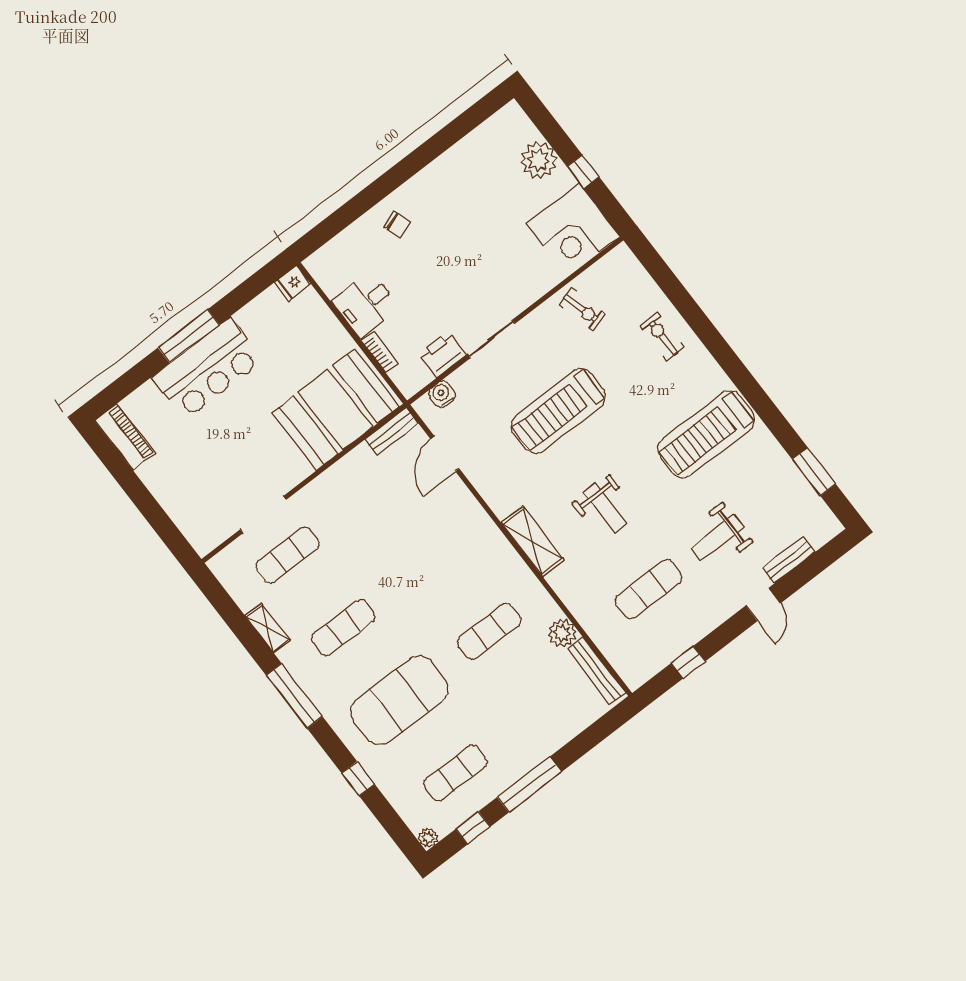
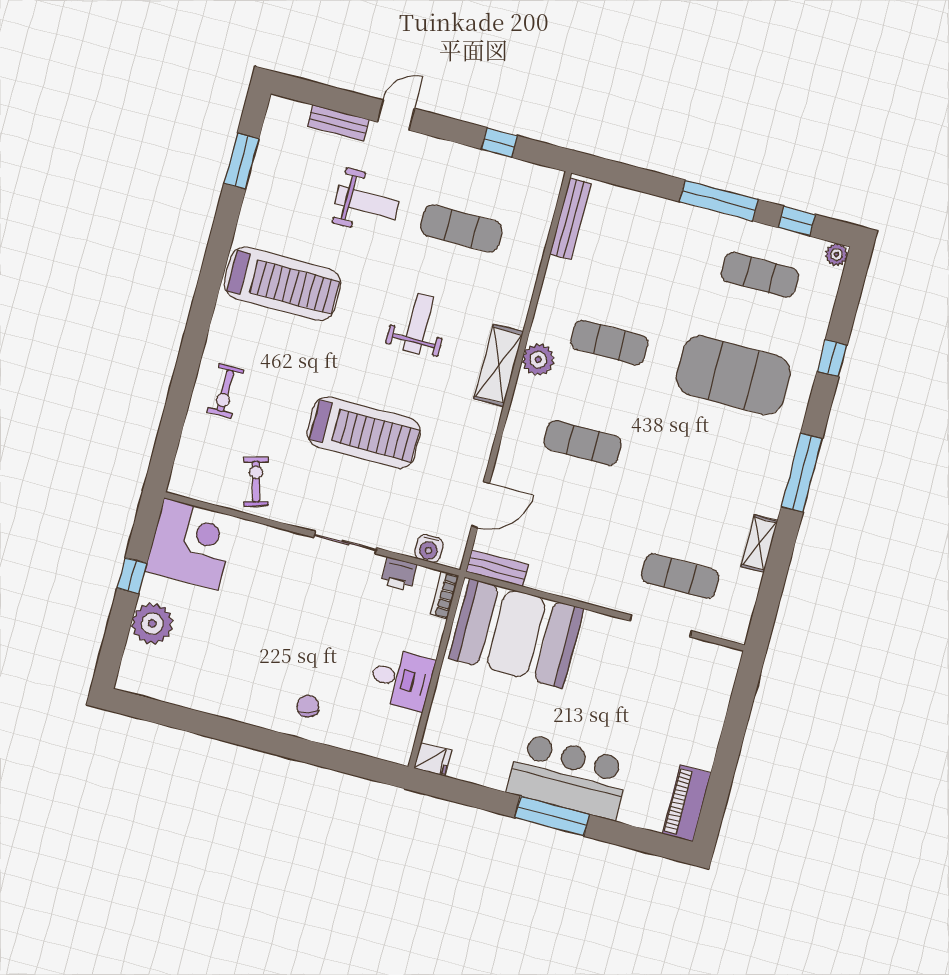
bookcase: (379, 352) -> (444, 595), moved
printer: (443, 354) -> (399, 574), width x0.73, depth x0.81
exercise mat: (343, 628) -> (583, 443), moved
plant: (562, 633) -> (538, 360), moved

